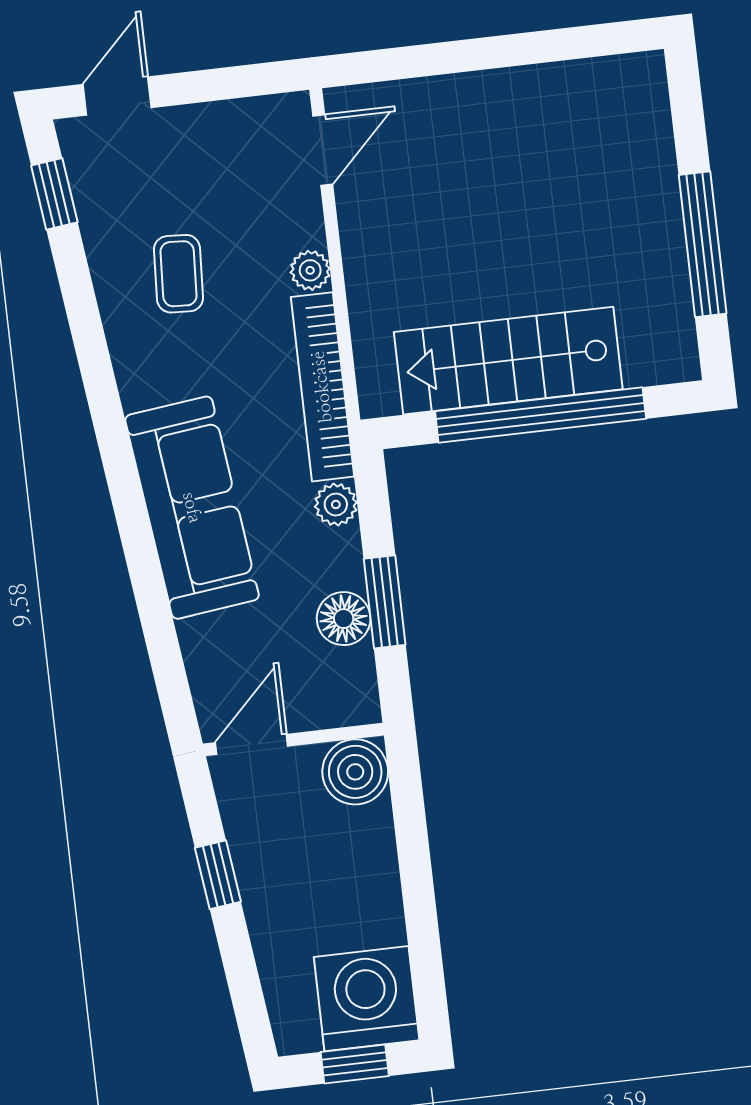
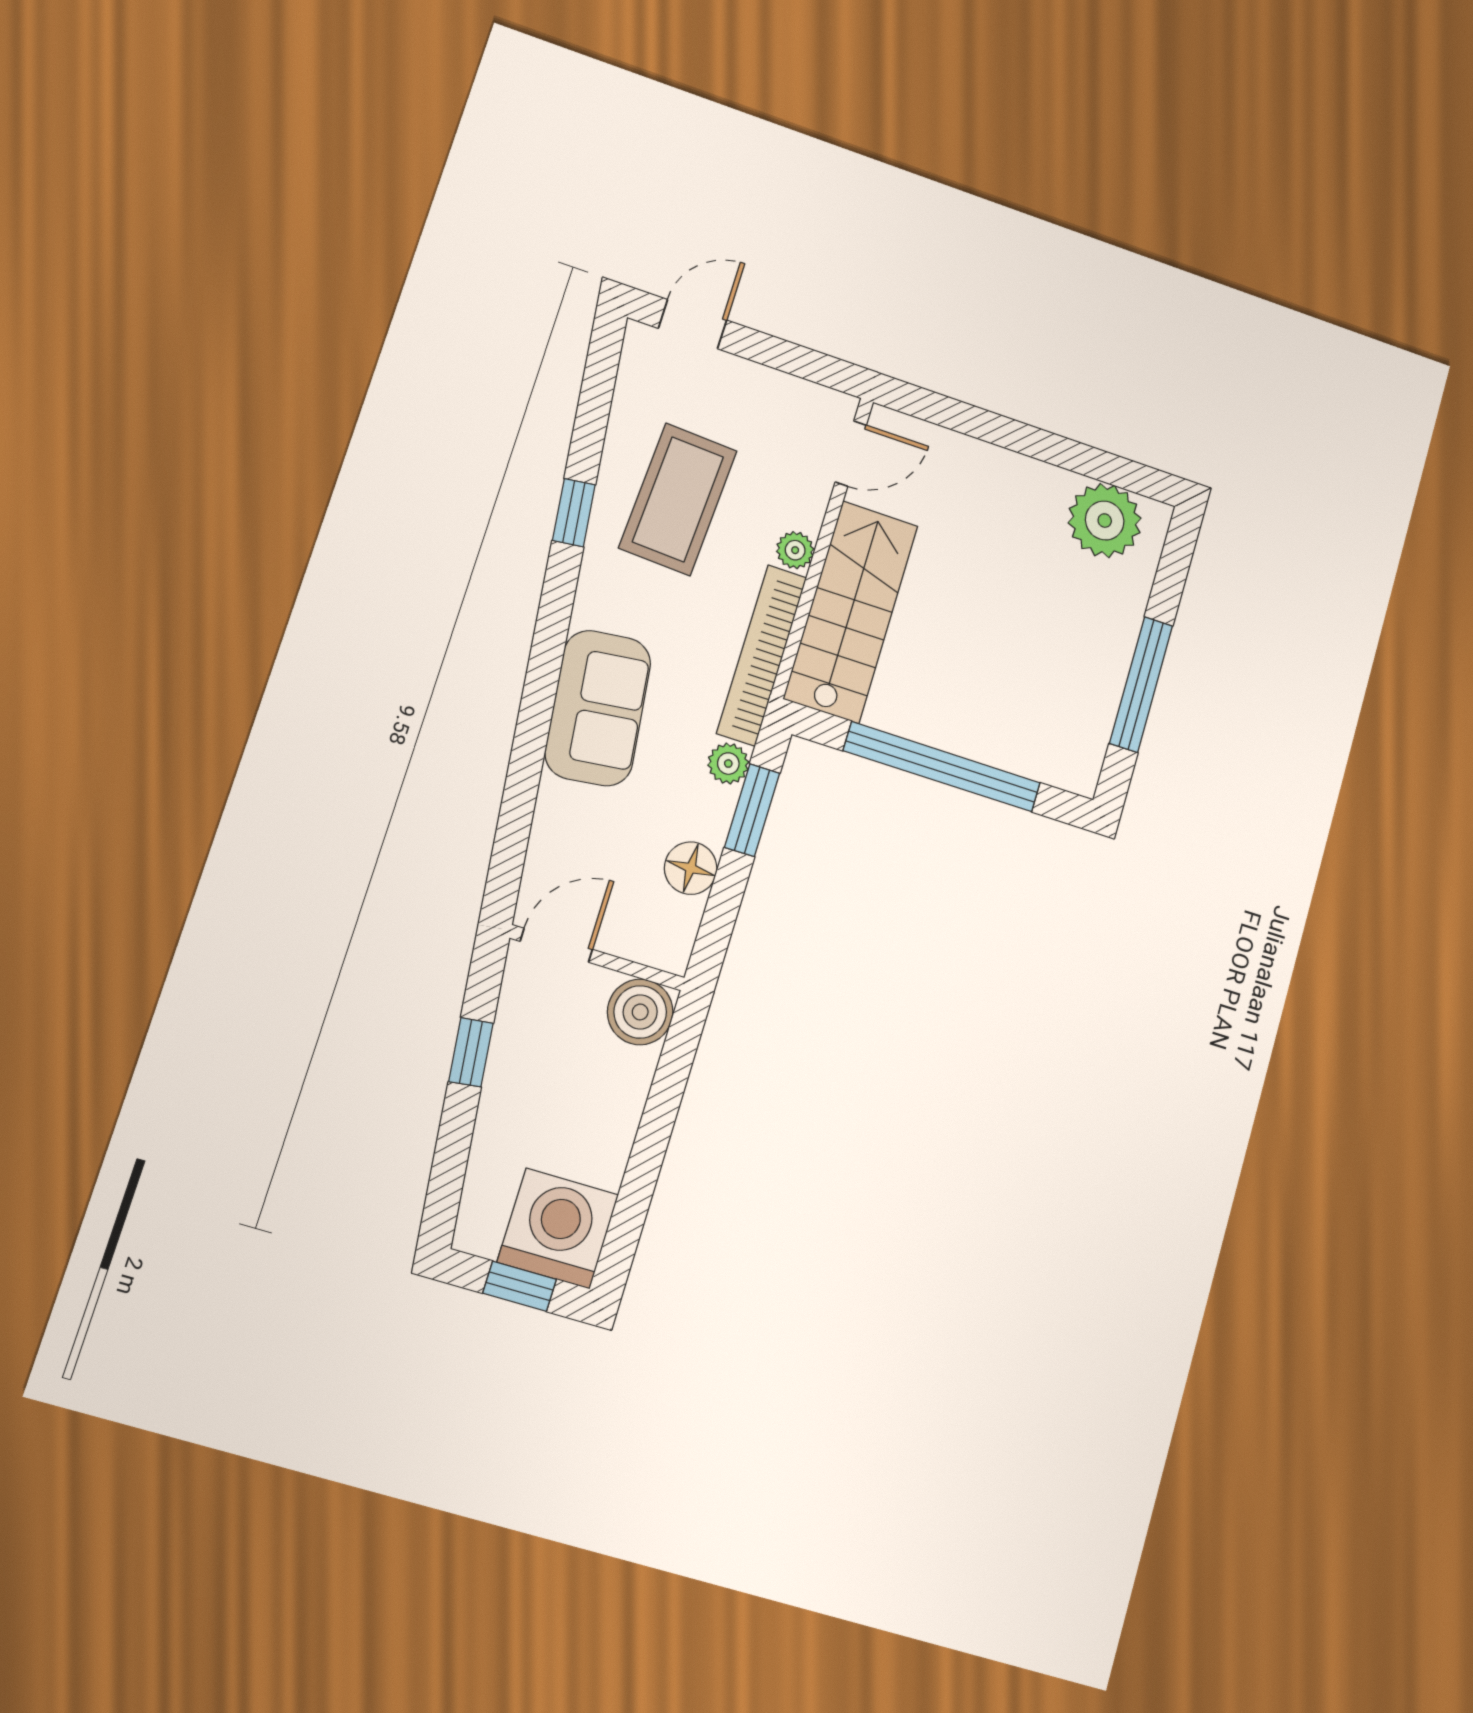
plant: (599, 97) -> (1105, 521), added
window: (54, 194) -> (574, 513), moved
coffee table: (178, 274) -> (678, 499), width x1.86, depth x1.72
stairs: (508, 361) -> (851, 612), moved, turned 90
sofa: (192, 508) -> (598, 708), width x0.73
window: (385, 602) -> (752, 810), moved

